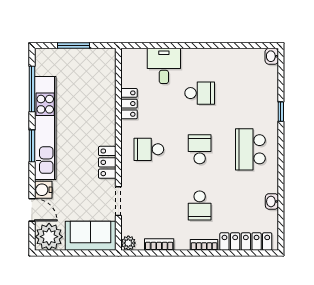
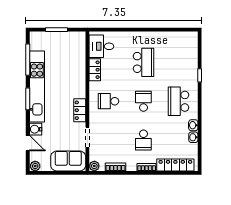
washbasin: (272, 56) -> (193, 125), moved
desk: (164, 66) -> (101, 46), moved, turned -90
school desk: (200, 93) -> (143, 62), width x1.85
plant: (49, 237) -> (35, 166), width x0.53, depth x0.53

